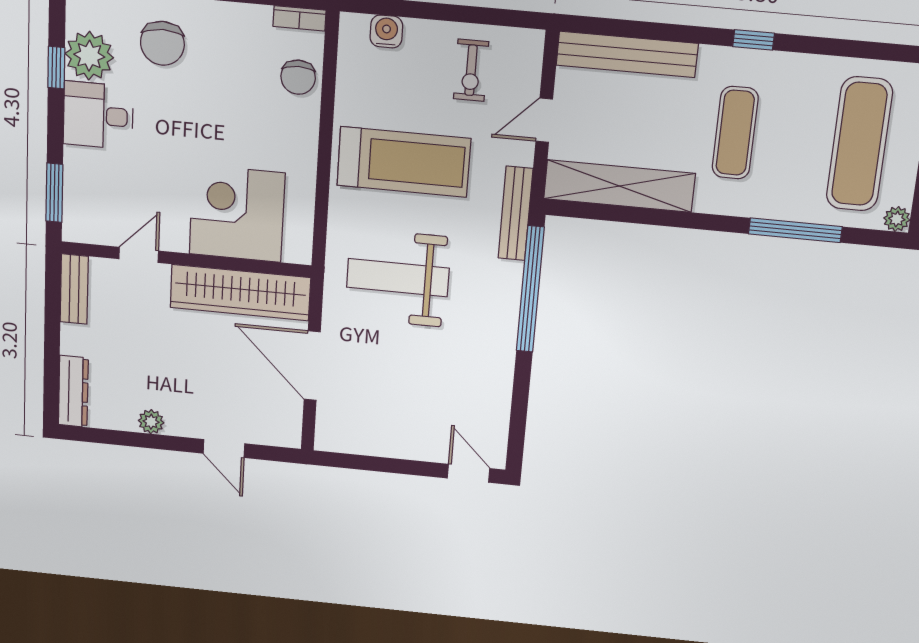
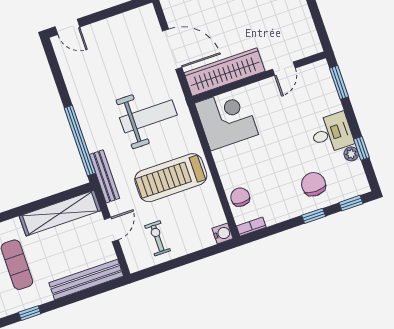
water cooler: (386, 32) -> (223, 233), moved, turned -90
plant: (89, 56) -> (351, 154), width x0.53, depth x0.53
corner desk: (237, 214) -> (227, 119), moved, turned -90
bench: (74, 289) -> (310, 35), removed

